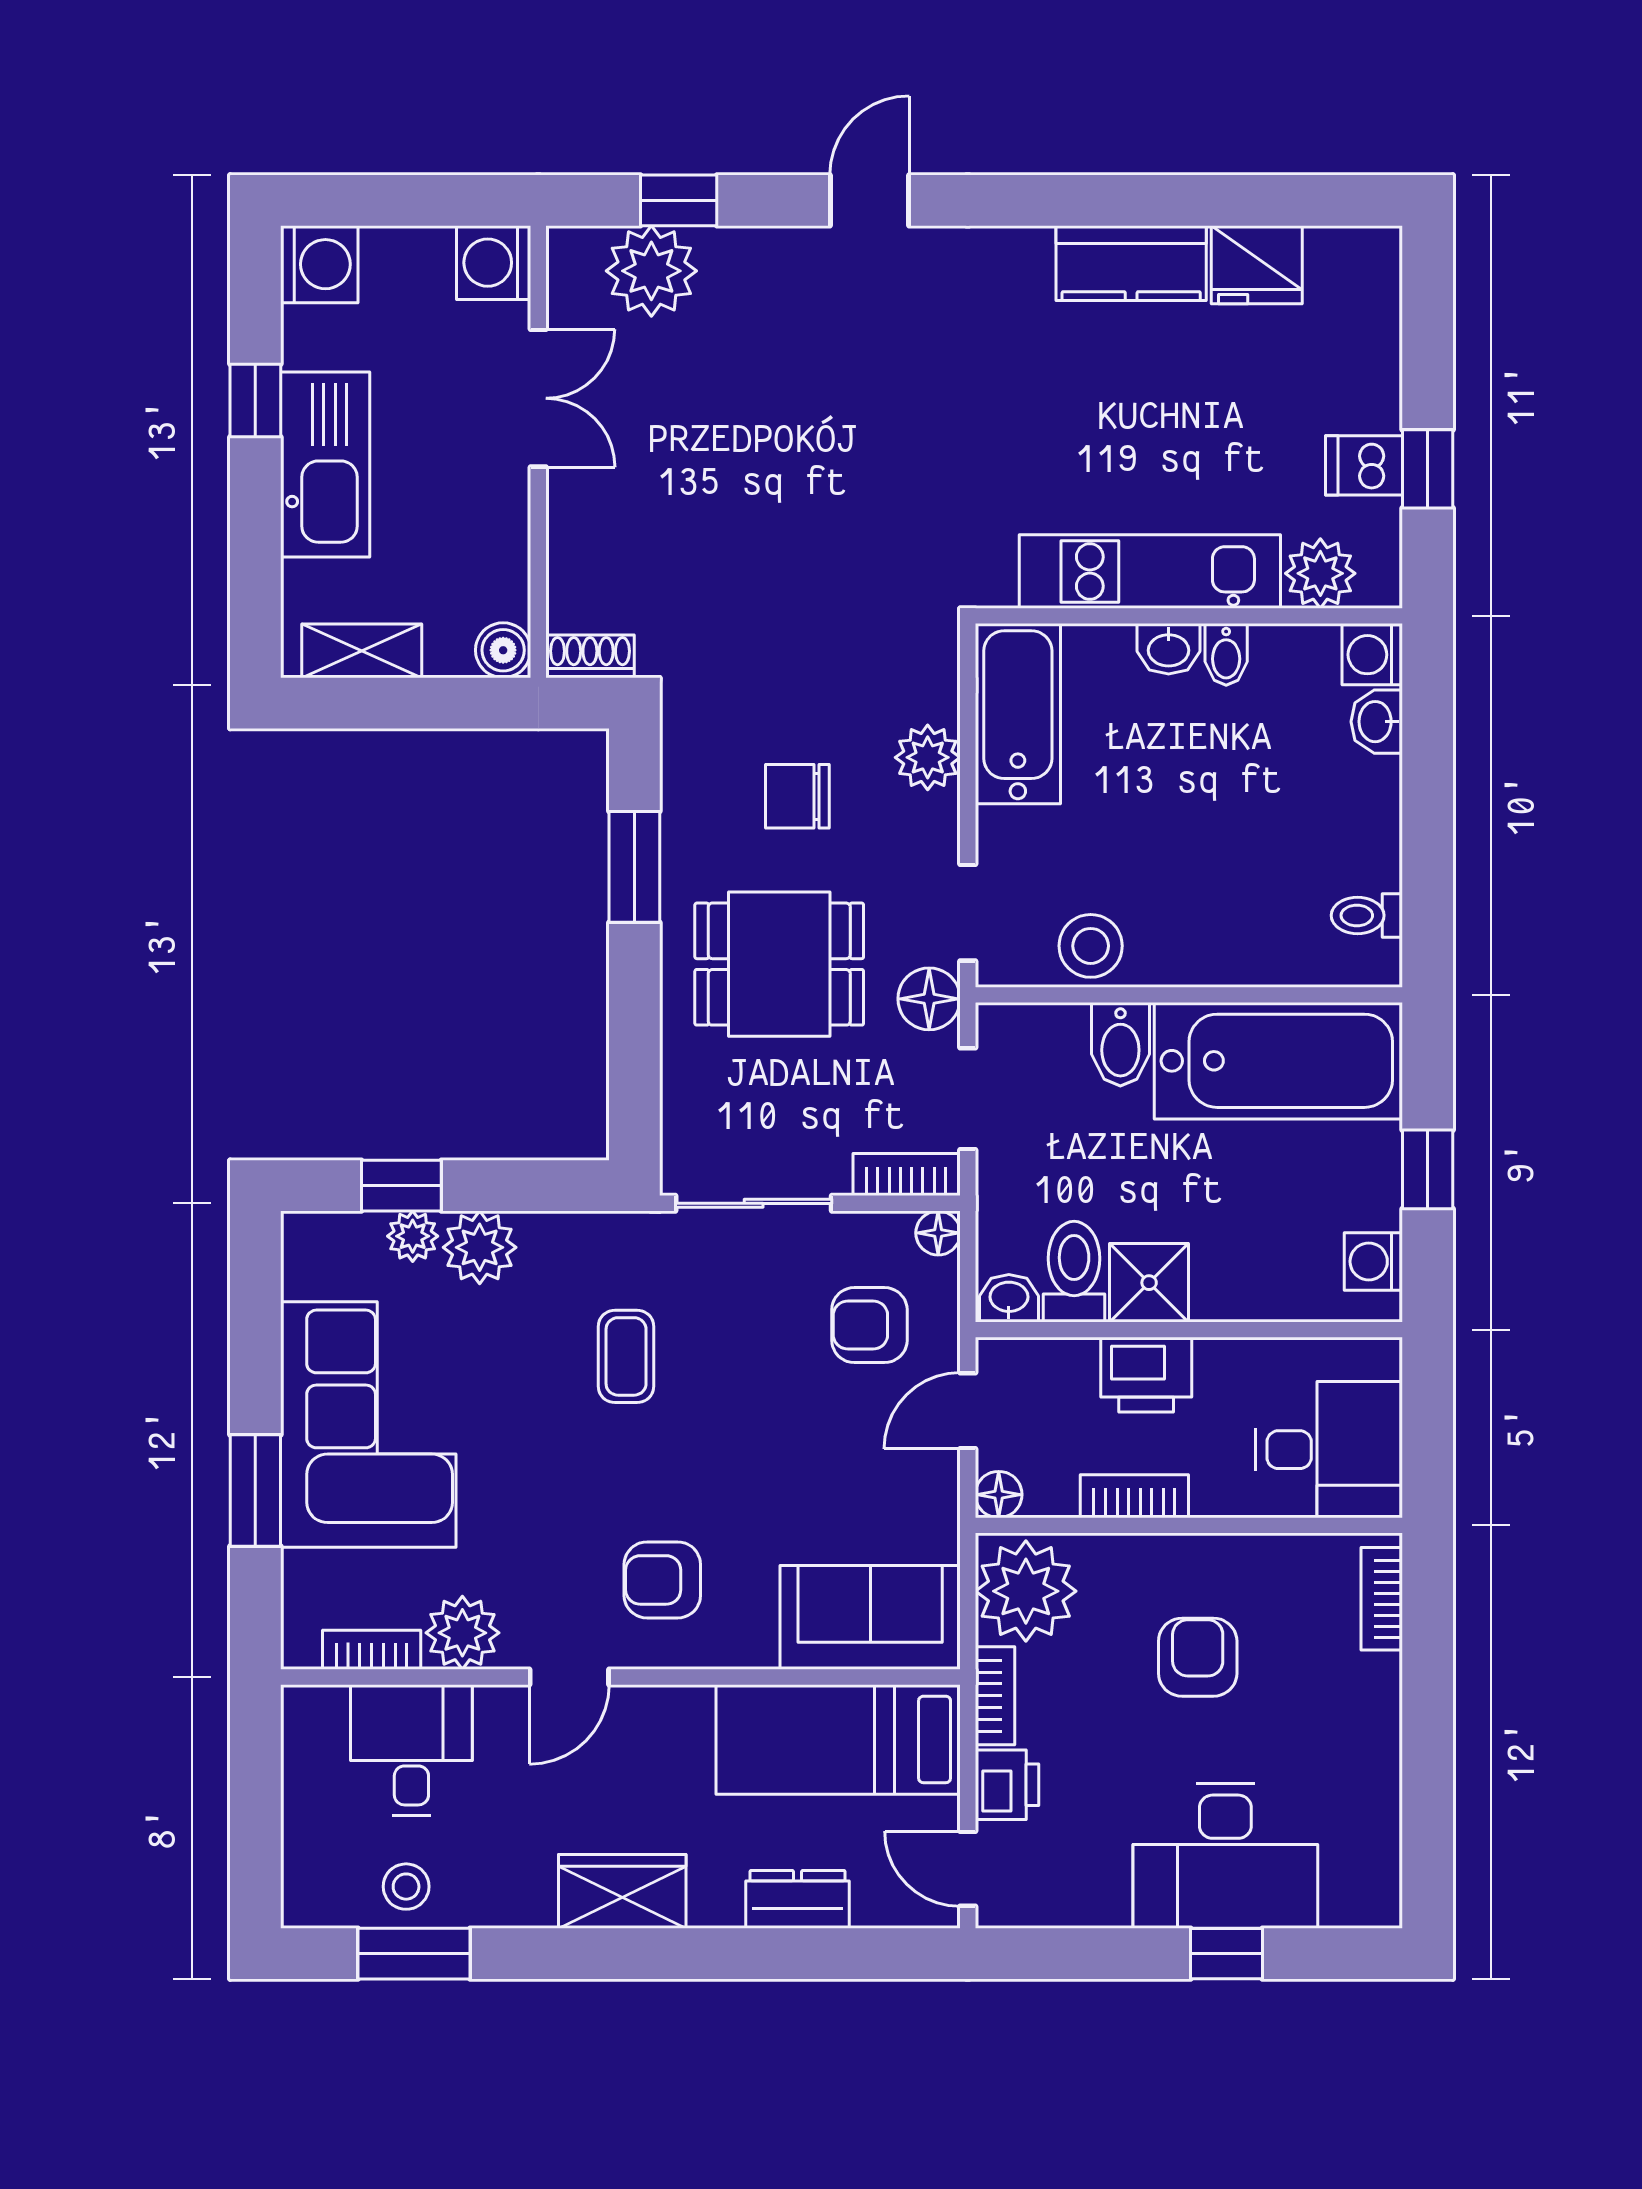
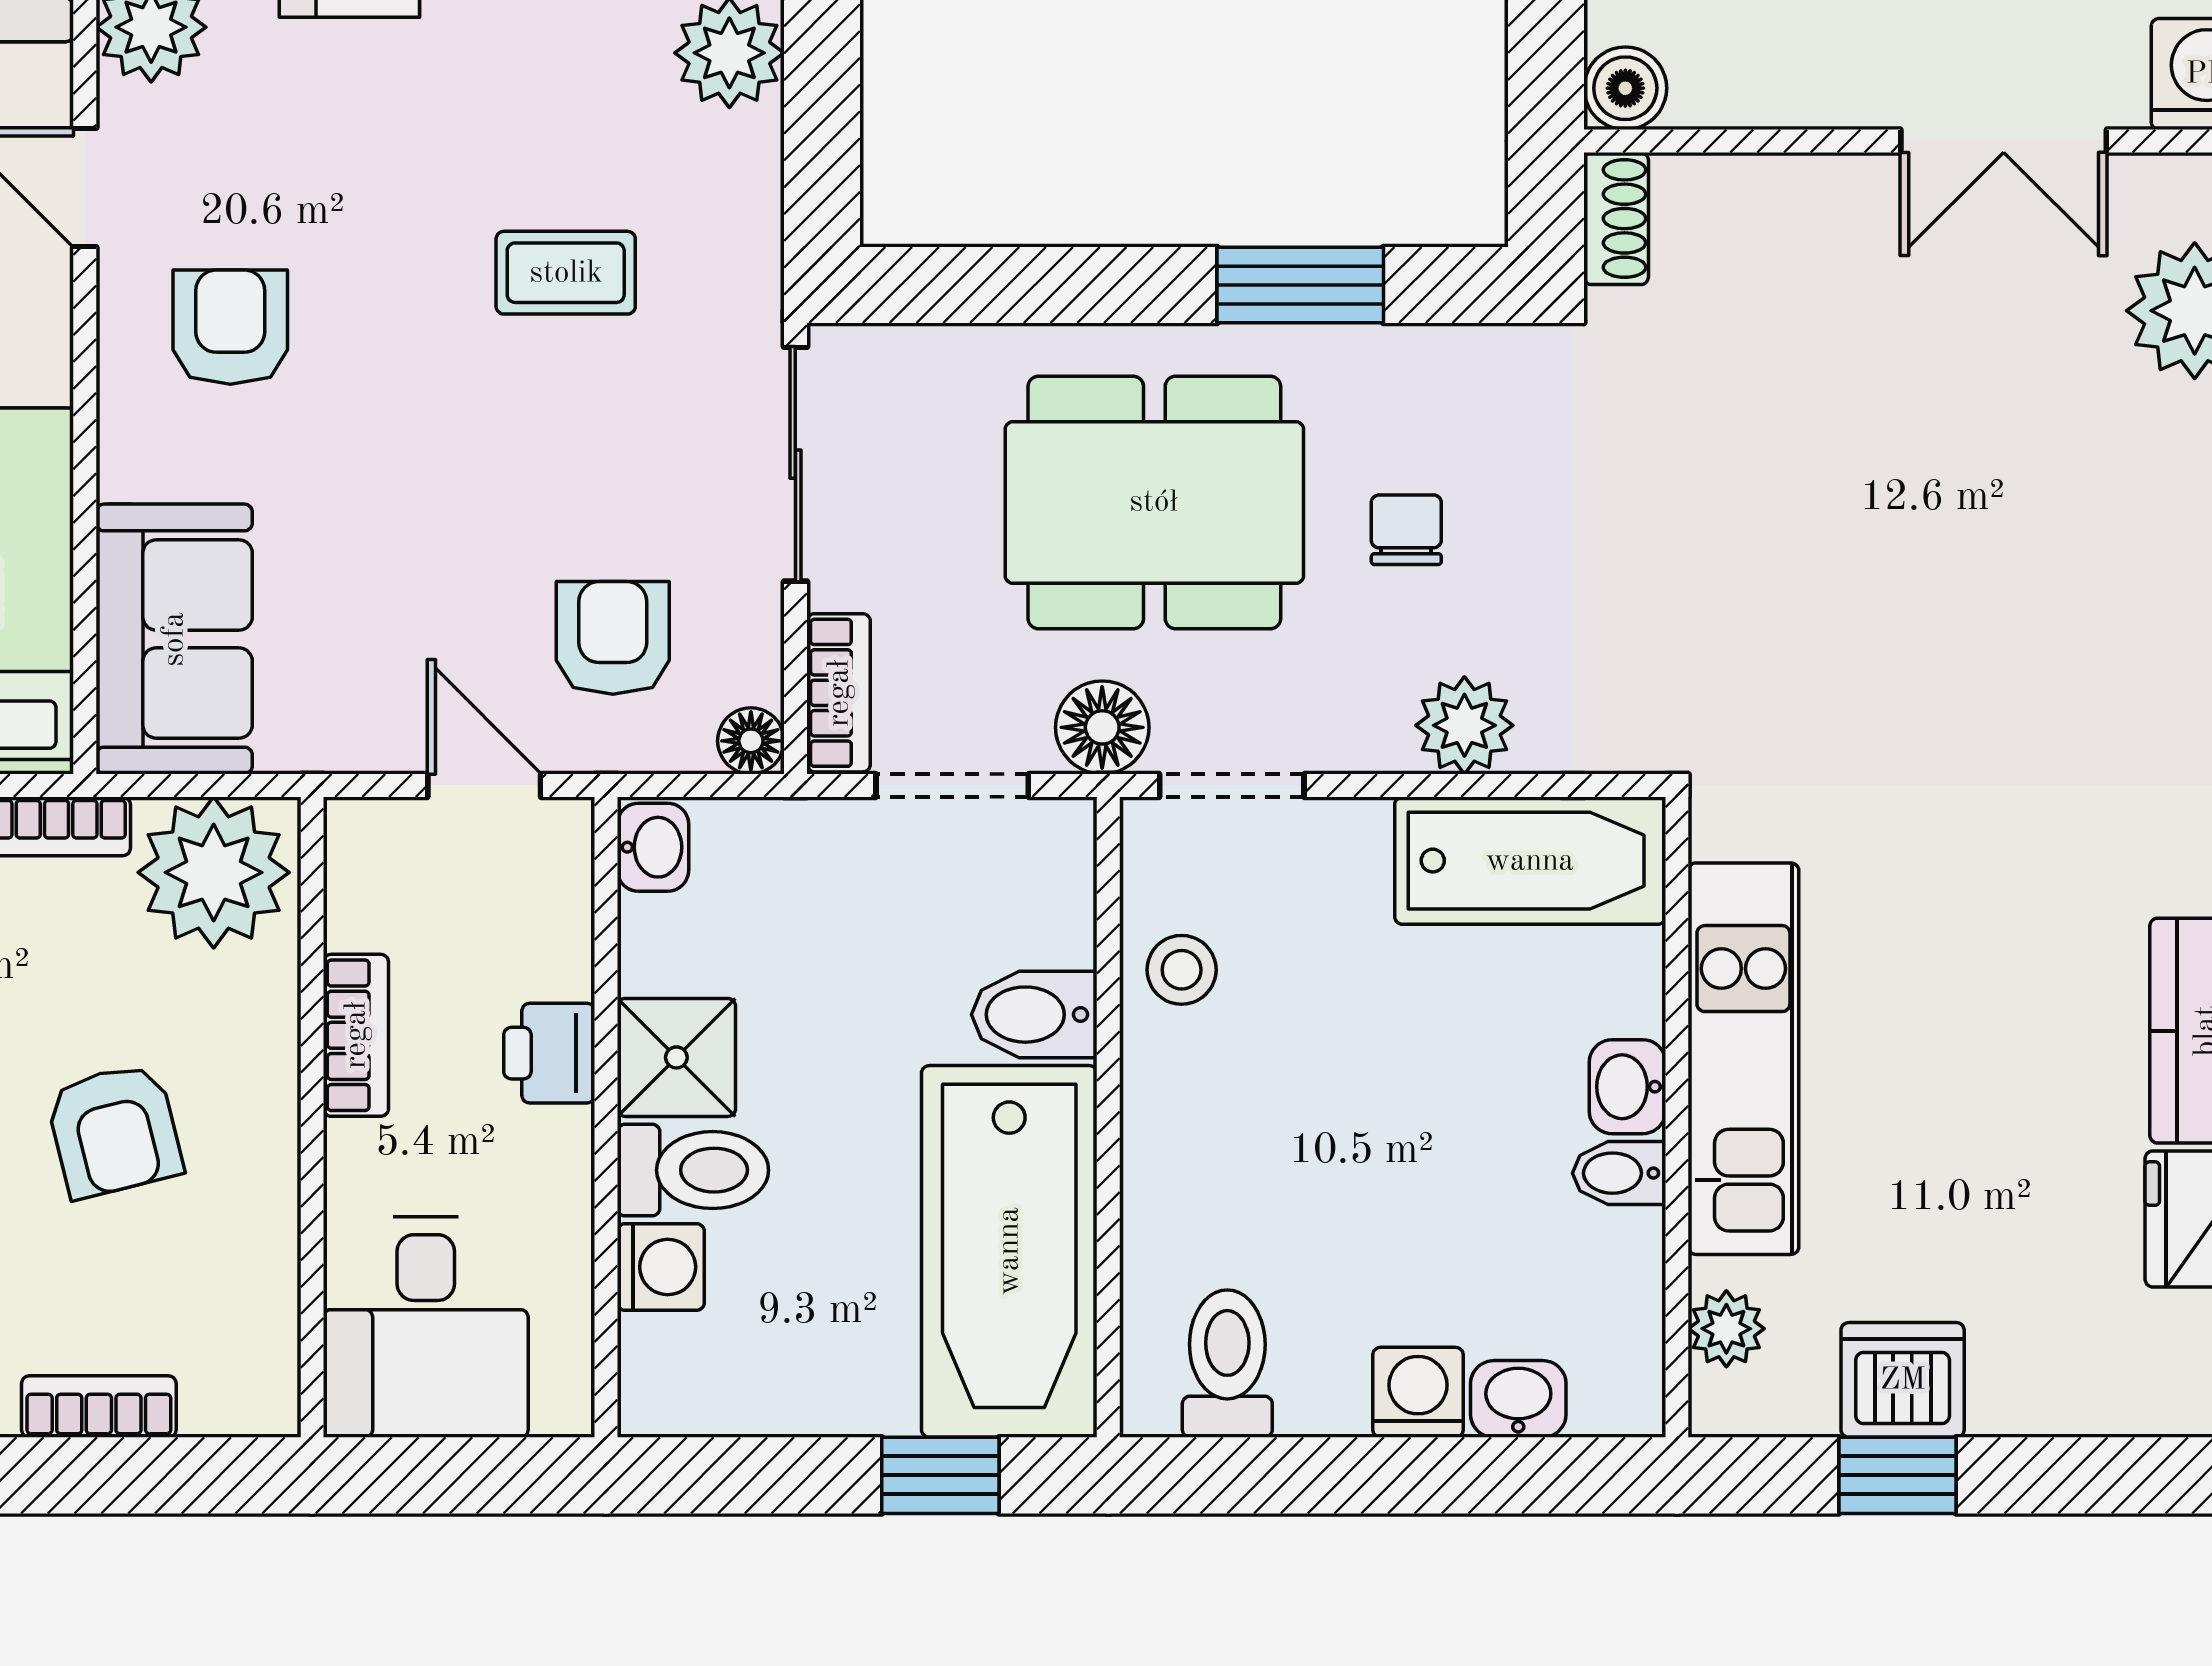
dishwasher: (1364, 465) -> (1903, 1380), width x1.38
plant: (1320, 573) -> (1726, 1329), width x0.73, depth x0.73
washing machine: (1372, 655) -> (1418, 1392), moved
chair: (797, 796) -> (1406, 530), width x0.73, depth x0.73
toilet: (1367, 915) -> (1227, 1364), width x1.37, depth x1.39
stool: (1091, 946) -> (1182, 970), width x0.73, depth x0.73
dining table: (779, 964) -> (1154, 502), width x1.38
window: (1428, 1169) -> (940, 1475), moved
washing machine: (1373, 1261) -> (661, 1267), moved, turned 90
toilet: (1074, 1272) -> (693, 1170), moved
printer: (1146, 1375) -> (549, 1053), width x0.73, depth x0.81
floor lamp: (999, 1495) -> (358, 832), removed
bookcase: (1382, 1599) -> (99, 1407), moved
armchair: (1198, 1657) -> (114, 1130), turned 76

